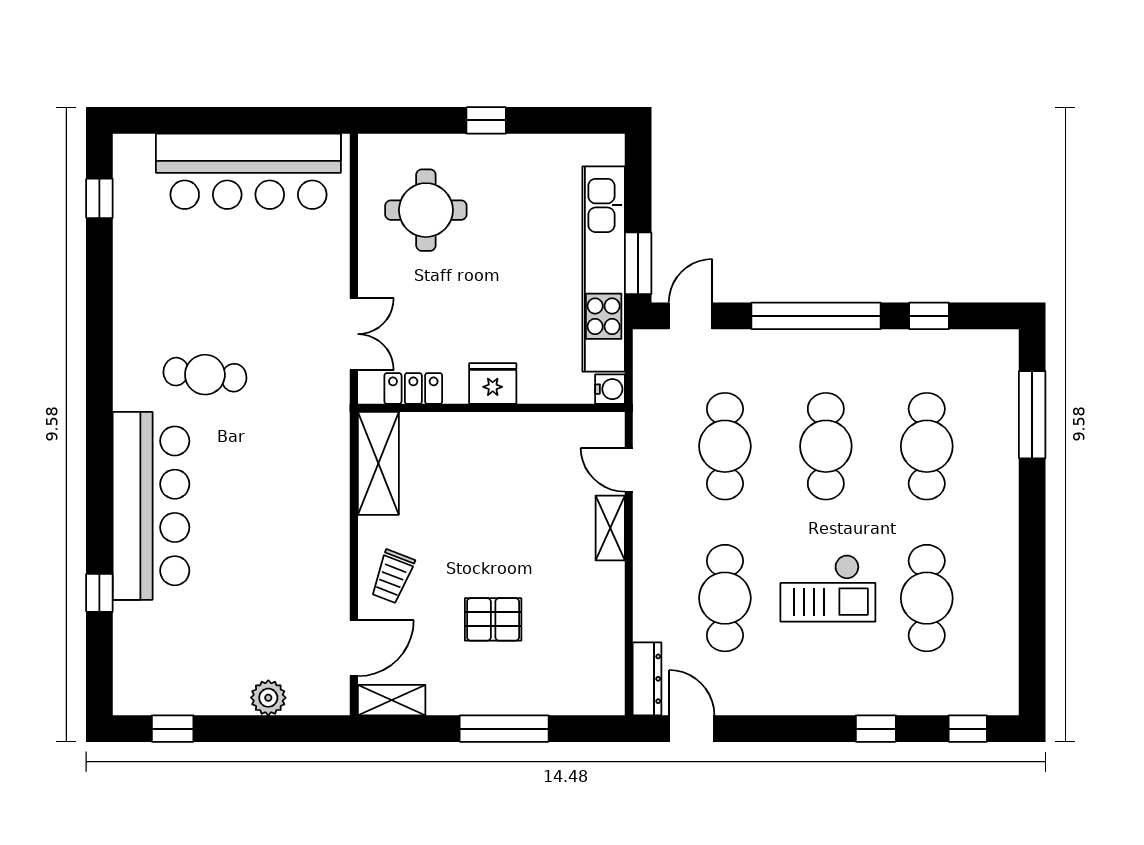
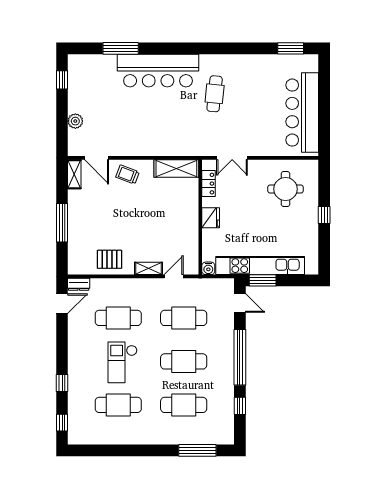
window: (99, 198) -> (291, 48), width x1.50
window: (99, 593) -> (121, 48), width x2.17
pallet: (493, 619) -> (109, 259), moved, turned 90
dresser: (647, 679) -> (79, 284), width x0.70

